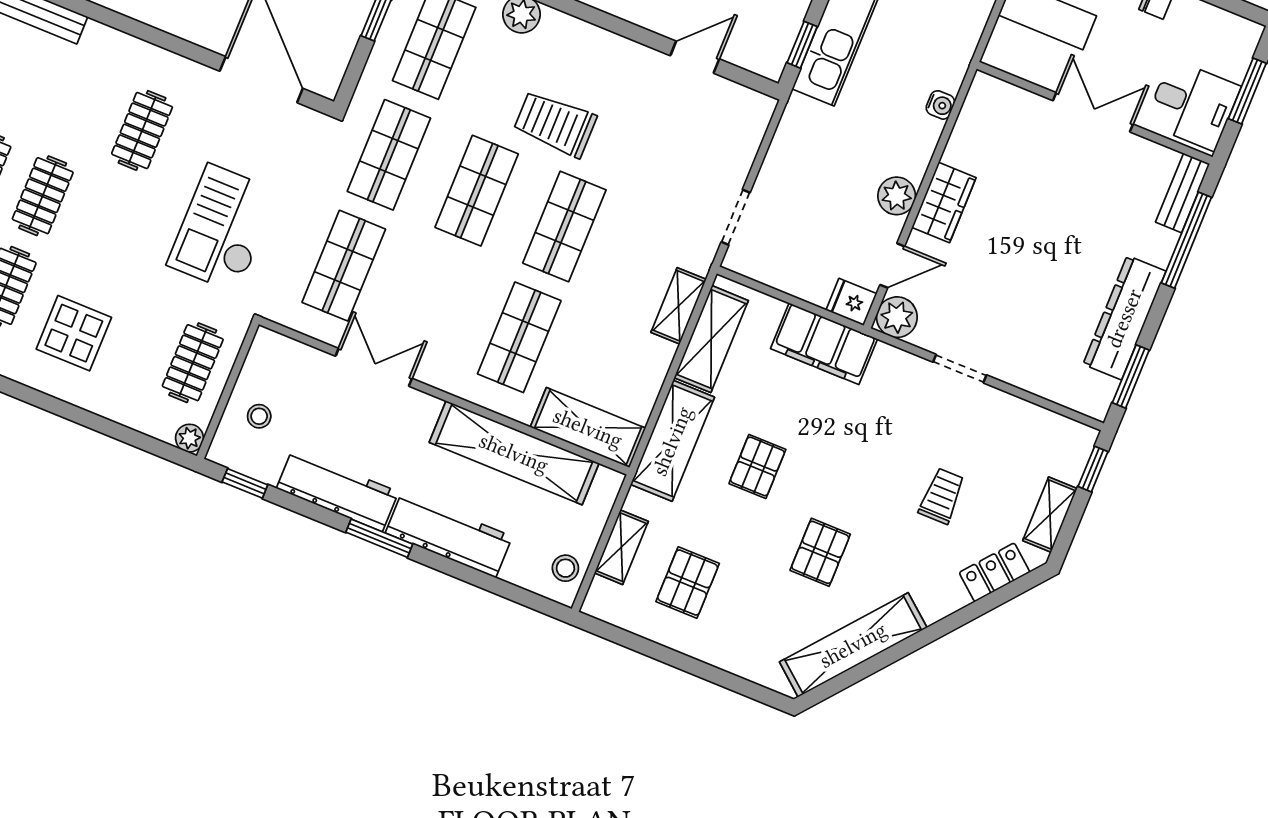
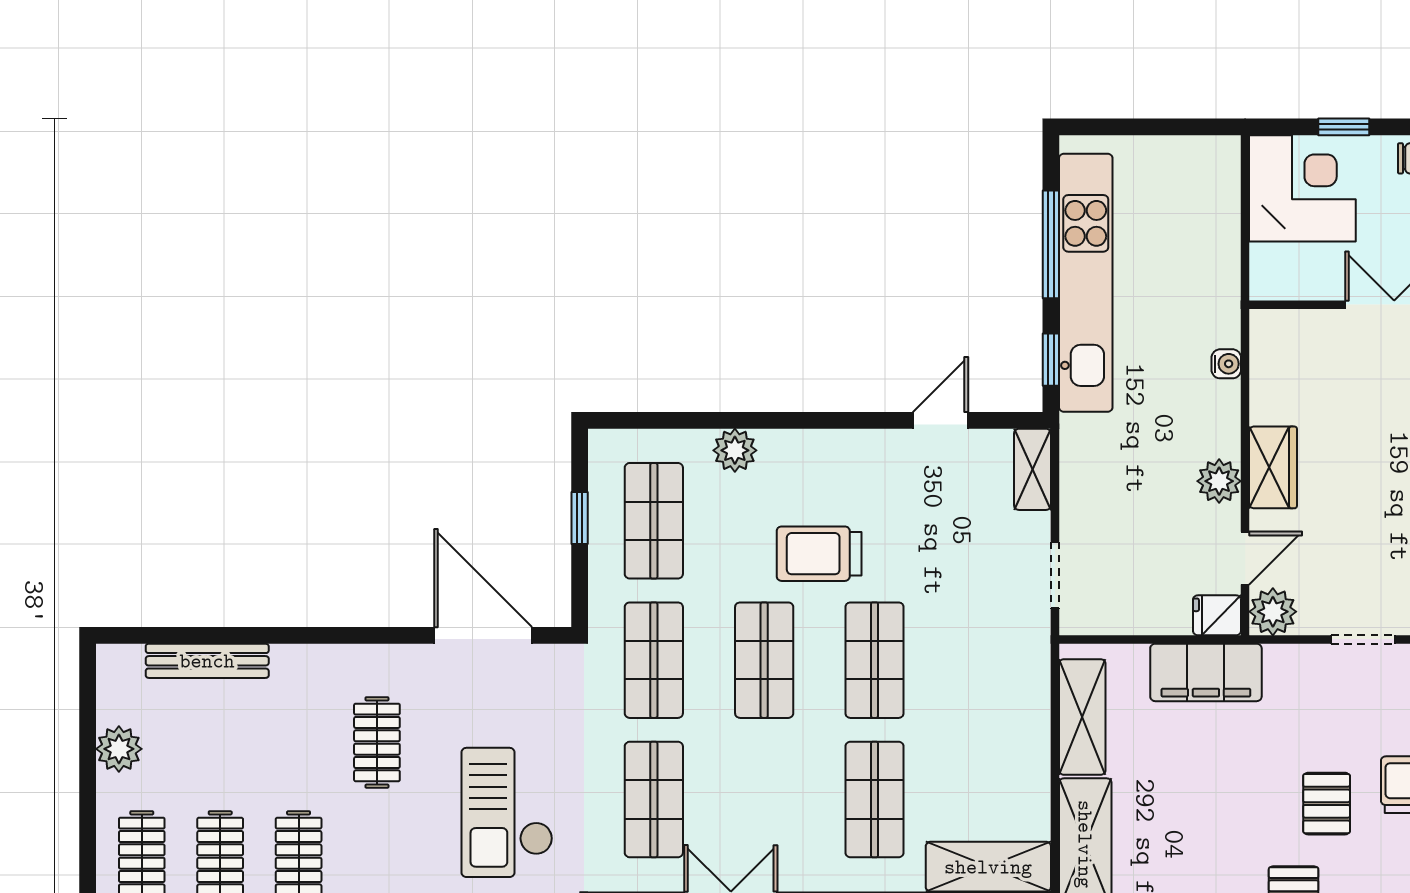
shelving: (679, 306) -> (1033, 469), moved
pallet: (757, 466) -> (1327, 804), moved

